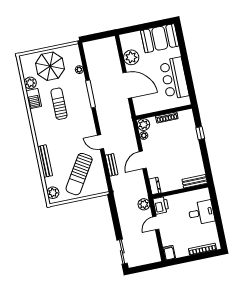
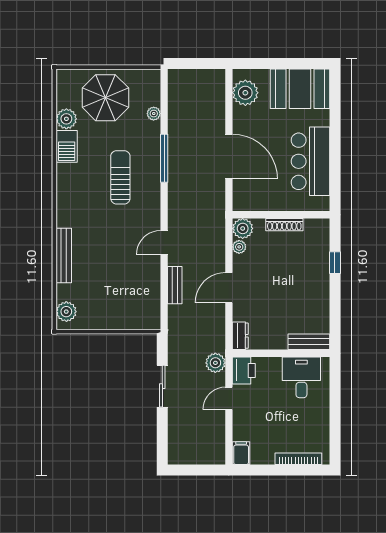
plant: (131, 57) -> (245, 93), moved
sun lounger: (59, 104) -> (120, 177), moved
door: (100, 142) -> (164, 243), hinge flipped
sun lounger: (79, 174) -> (117, 289), removed
desk: (201, 213) -> (301, 377), moved, turned -90
sliding door: (122, 252) -> (162, 386), moved

